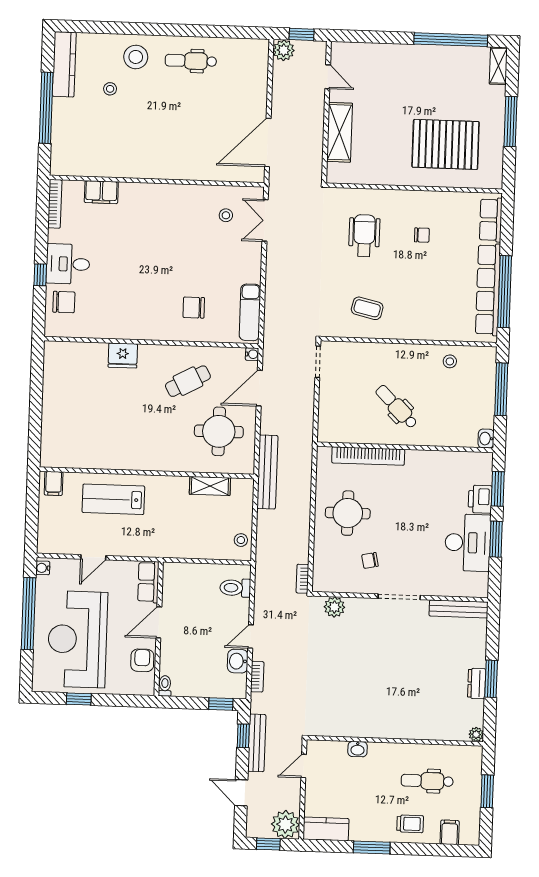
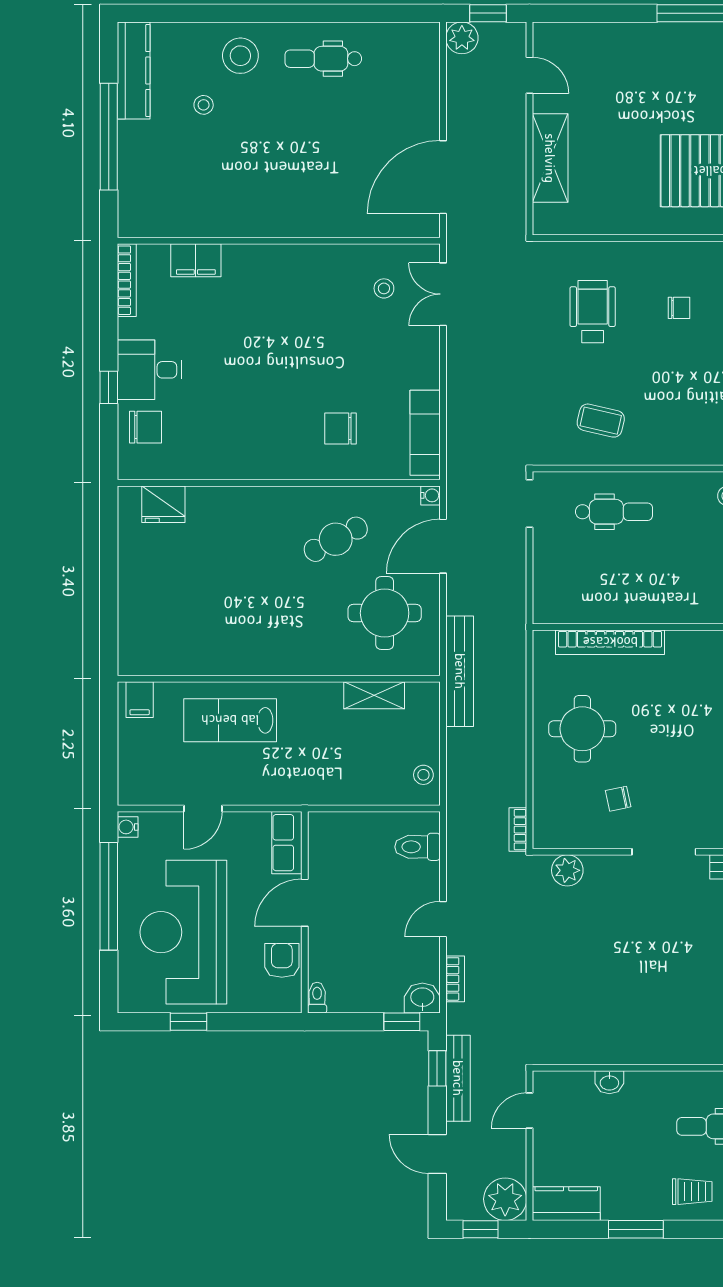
fridge: (123, 356) -> (163, 504), moved
dental chair: (396, 407) -> (614, 512), moved, turned 135
washbasin: (238, 661) -> (422, 998), moved, turned 90

